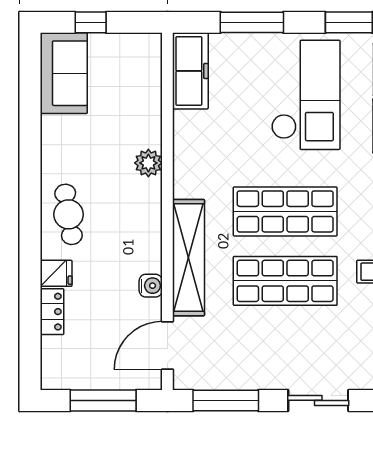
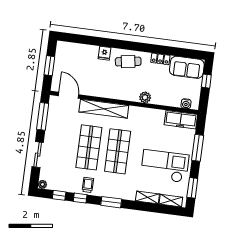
checkout: (306, 95) -> (165, 166), turned 180
water cooler: (151, 286) -> (186, 104), moved
locker: (52, 312) -> (160, 59), moved
window: (103, 400) -> (49, 66), width x0.69

